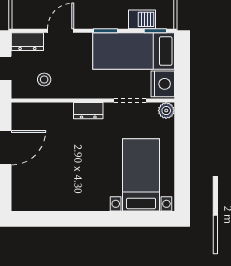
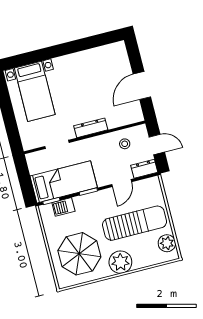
nightstand: (163, 84) -> (36, 163), removed
dresser: (88, 111) -> (91, 128), width x1.44
plant: (166, 111) -> (28, 144), removed

